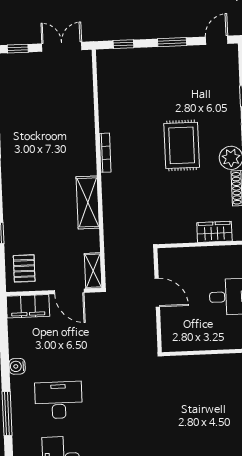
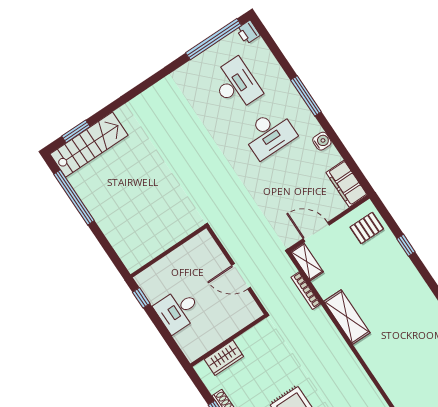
bookcase: (105, 153) -> (306, 291), moved
pallet: (24, 268) -> (367, 228), turned 90
filing cabinet: (28, 306) -> (347, 184), moved, turned -90

